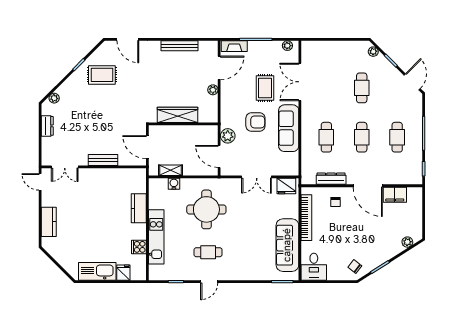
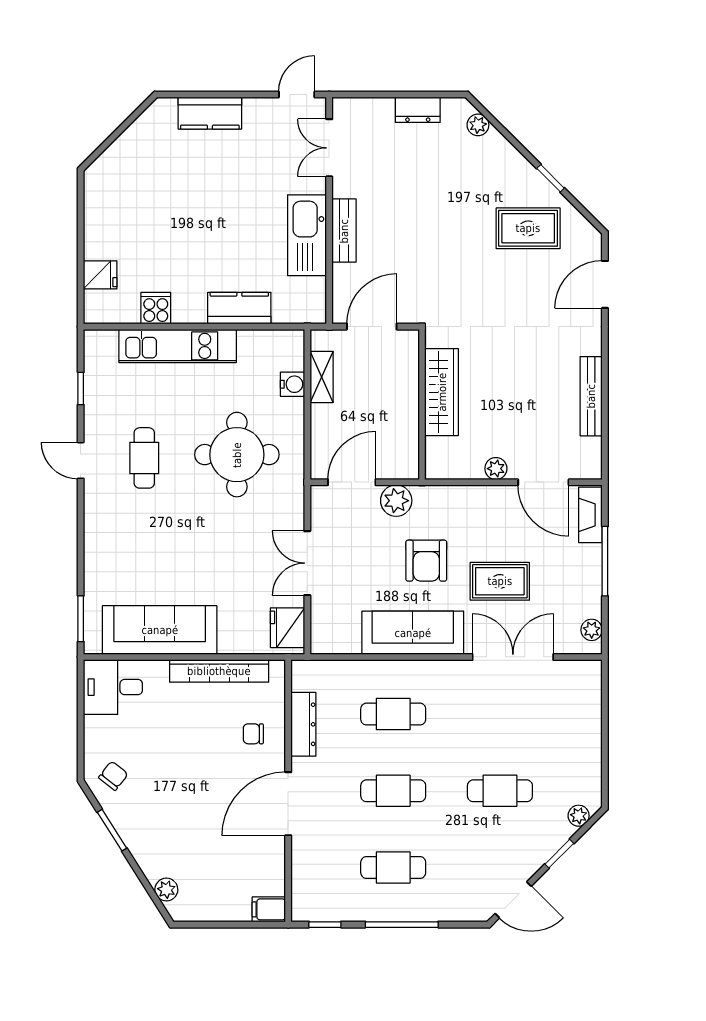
rug: (102, 75) -> (528, 228), turned 90
filing cabinet: (395, 195) -> (269, 909), moved, width x0.50
kitchen sink: (97, 271) -> (307, 235), moved, turned 180

